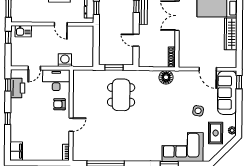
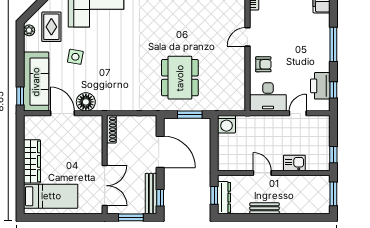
kitchen sink: (23, 31) -> (294, 163), moved
door: (136, 40) -> (160, 152), width x1.87
washing machine: (65, 60) -> (226, 124), moved
floor lamp: (166, 77) -> (86, 102), moved
window: (8, 119) -> (333, 44), width x2.17

